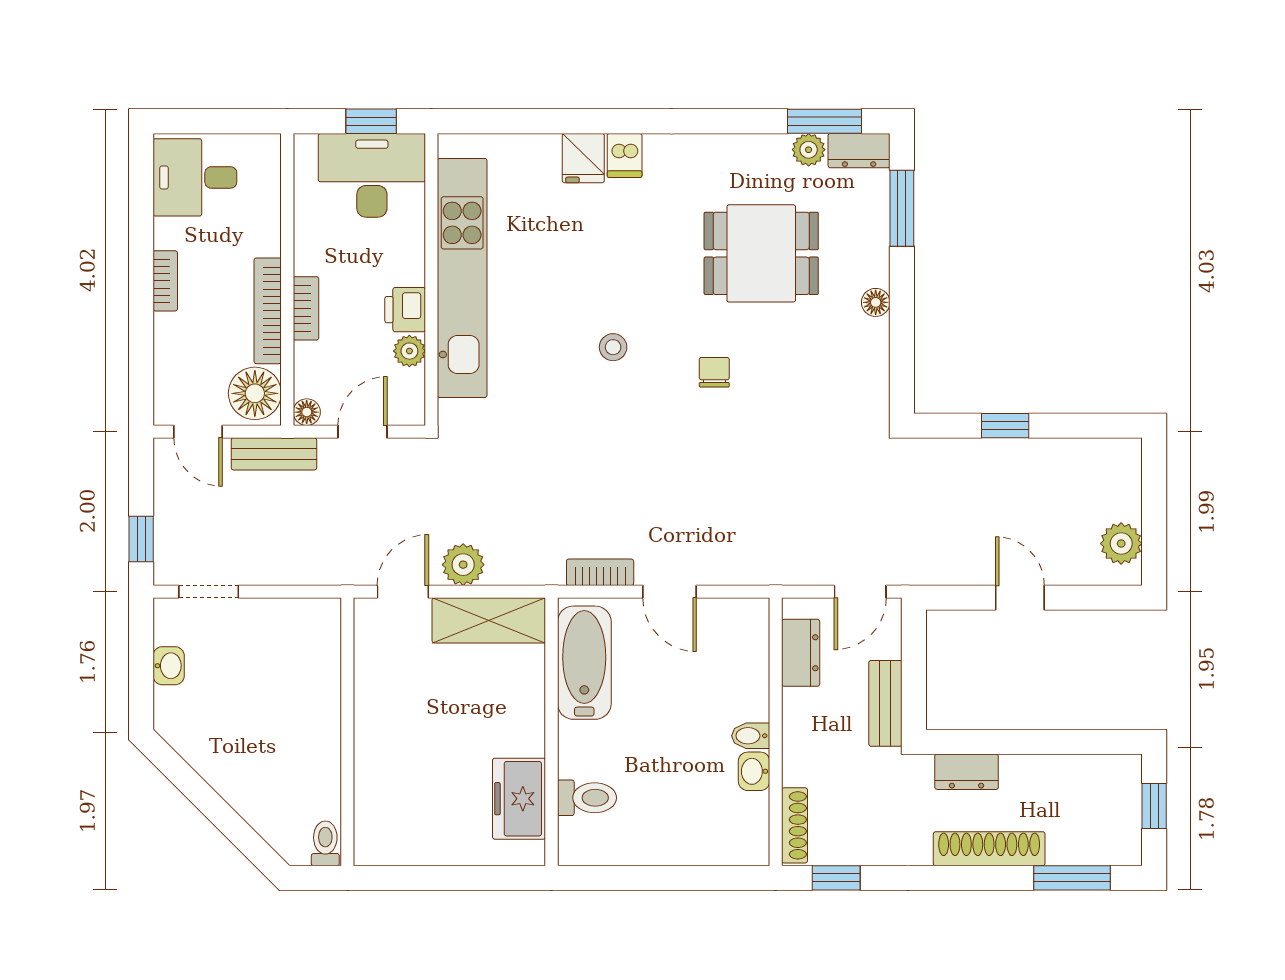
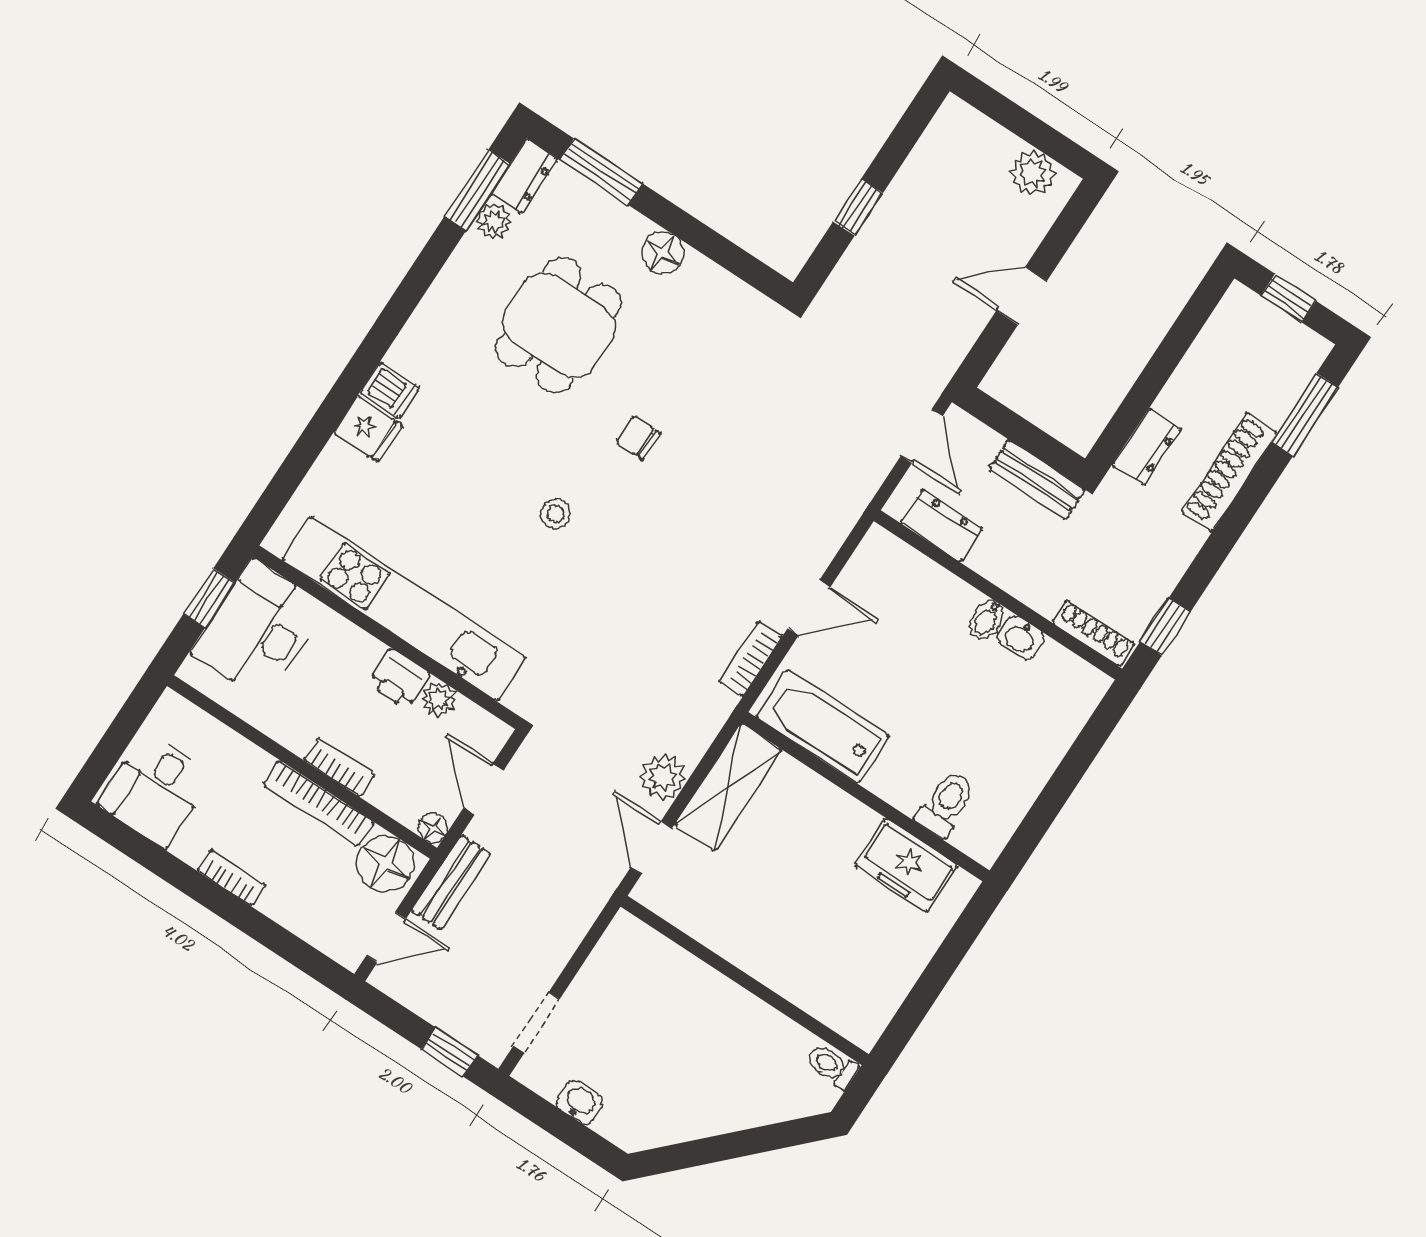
floor lamp: (876, 302) -> (663, 253), width x1.37, depth x1.37

